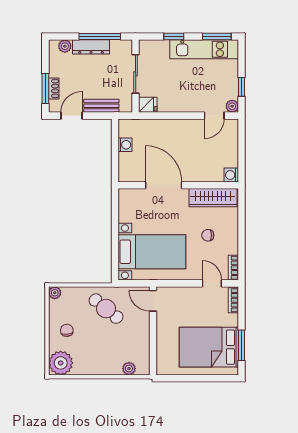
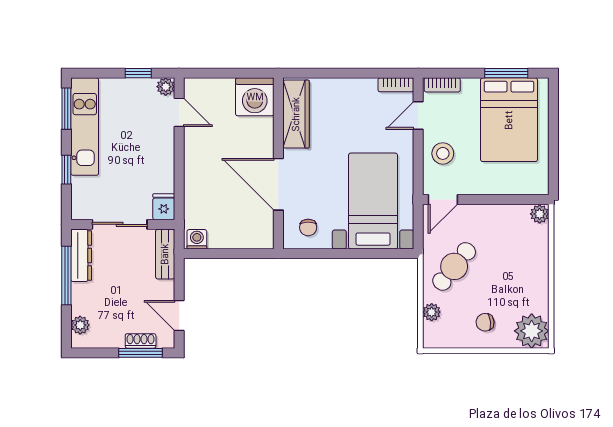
dresser: (91, 47) -> (81, 255), moved
bench: (101, 106) -> (165, 254), moved
washing machine: (125, 145) -> (197, 239), moved
washing machine: (231, 175) -> (255, 97), width x1.89, depth x1.89
door: (164, 185) -> (278, 184), hinge flipped
chair: (208, 235) -> (308, 227), moved
plant: (55, 293) -> (432, 312), moved
stool: (185, 301) -> (443, 153), added
plant: (129, 369) -> (540, 214), moved

